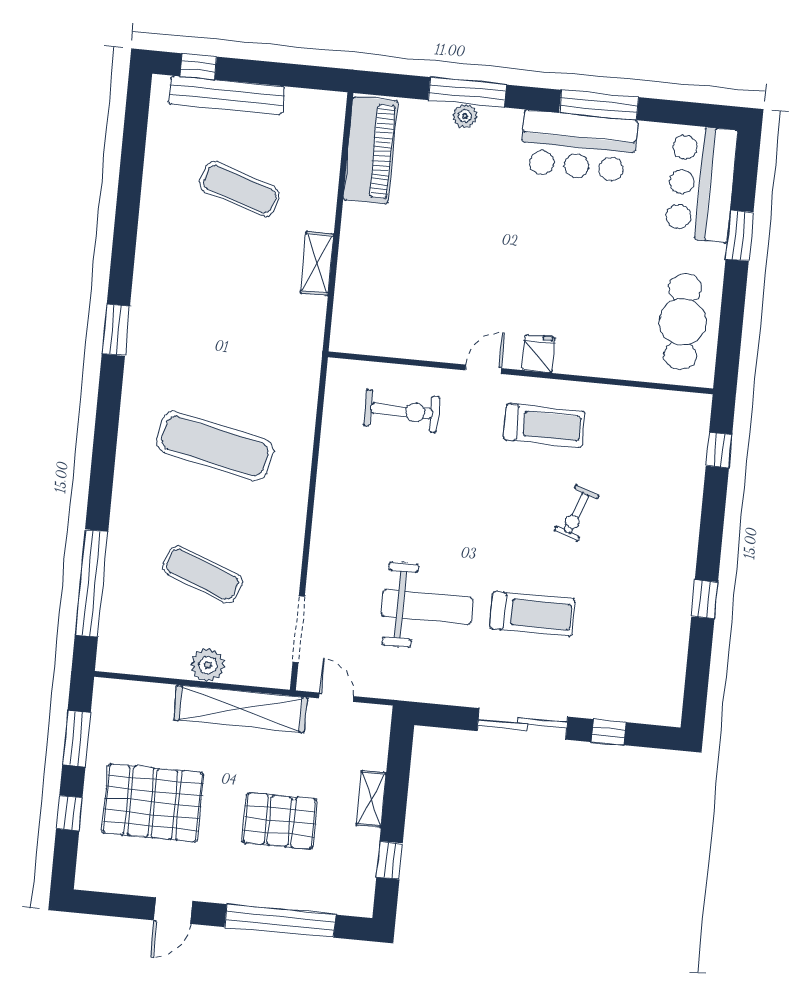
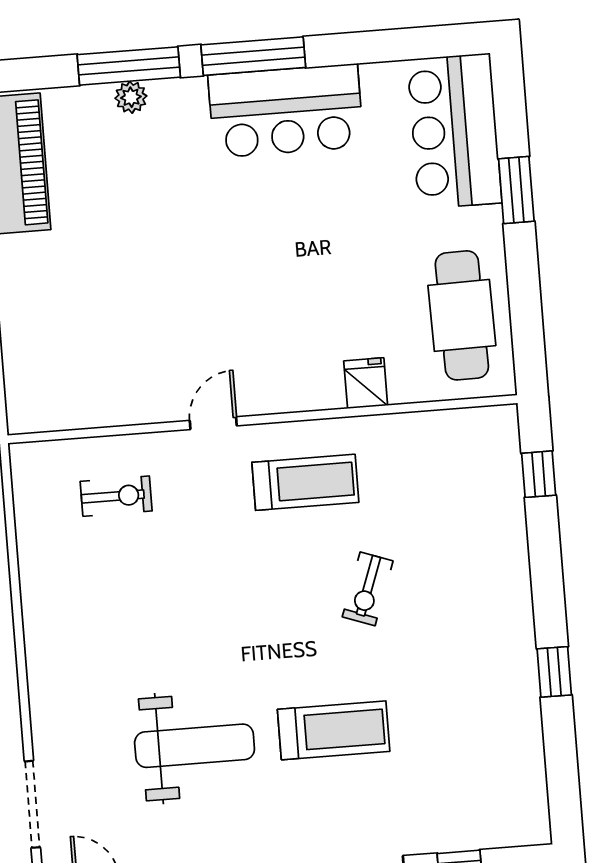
window: (599, 105) -> (253, 56), moved
fridge: (539, 354) -> (366, 383), moved
exercise bike: (402, 411) -> (116, 496), width x0.73, depth x0.72

